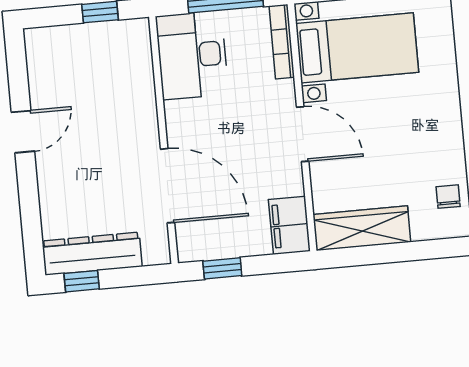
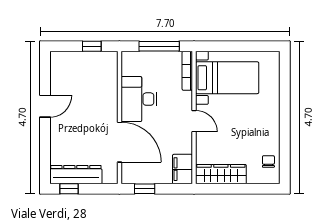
desk: (192, 55) -> (139, 99), moved
door: (303, 134) -> (194, 121), width x0.73

